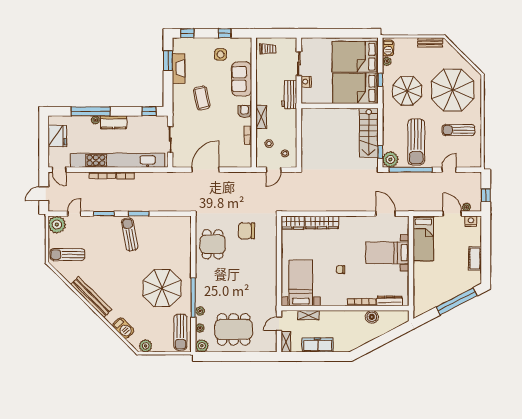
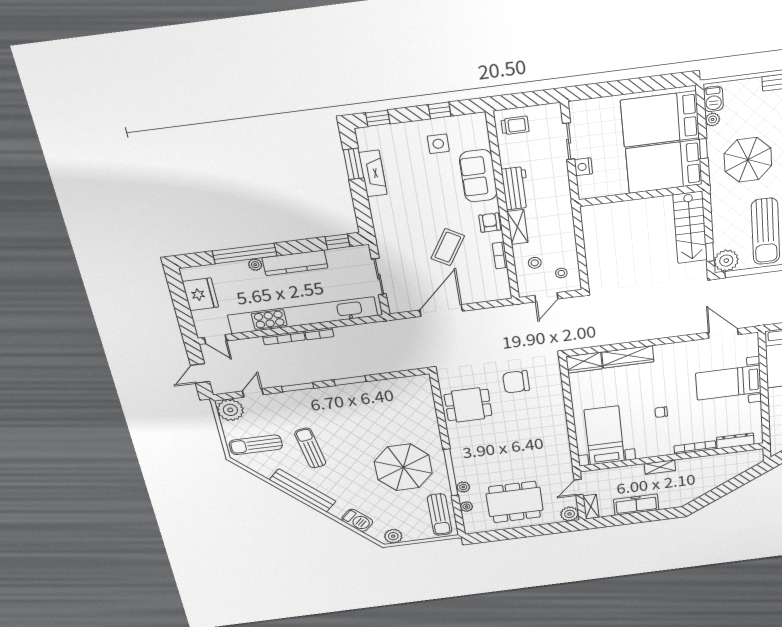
workbench: (289, 95) -> (516, 188), moved, turned 180
coffee table: (202, 98) -> (448, 247), moved, turned 43
kitchen counter: (114, 122) -> (295, 263), width x1.50
sun lounger: (130, 234) -> (310, 448), moved
dining table: (213, 244) -> (468, 405), turned 90
shelving: (308, 315) -> (660, 467), moved
boiler: (372, 317) -> (711, 463), removed
plant: (202, 346) -> (570, 514), moved

